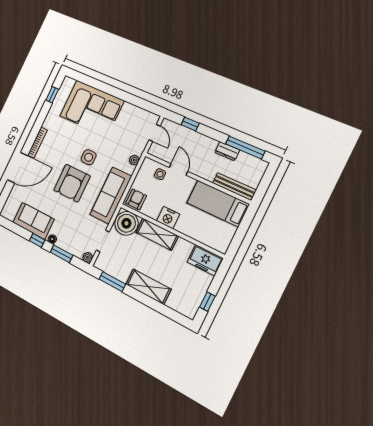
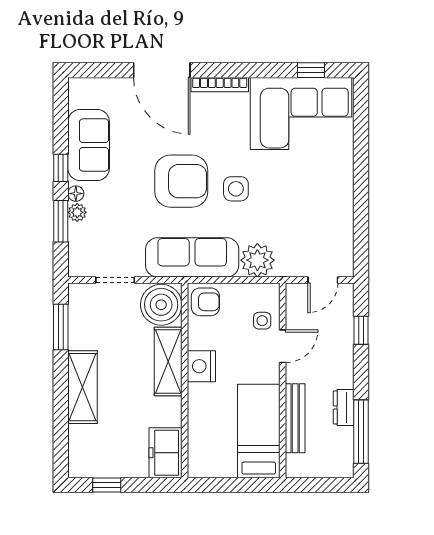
corner sofa: (92, 108) -> (301, 113), moved, turned -90
plant: (134, 160) -> (257, 260), width x1.88, depth x1.88
armchair: (72, 183) -> (181, 181), turned 180
bench: (234, 186) -> (295, 418), moved
plant: (88, 257) -> (77, 212), moved

